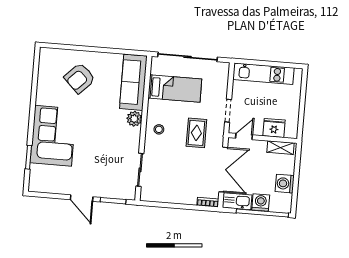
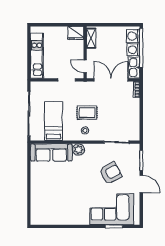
armchair: (80, 78) -> (111, 173), moved, turned -73
fridge: (274, 128) -> (76, 33), moved, turned -90
rug: (196, 133) -> (87, 112), moved
corner sofa: (53, 136) -> (112, 209), moved
washing machine: (285, 184) -> (133, 36), moved, turned 90
door: (82, 198) -> (141, 184), hinge flipped

